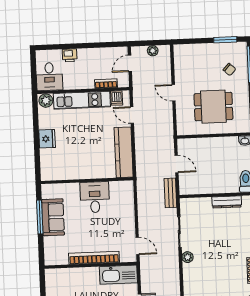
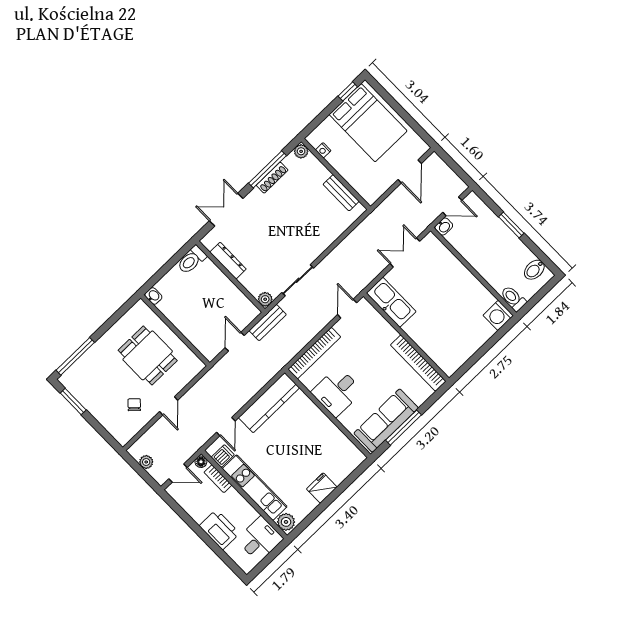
printer: (70, 55) -> (219, 530), width x1.87, depth x1.48
chair: (229, 69) -> (134, 405), moved
floor lamp: (125, 83) -> (201, 462), added
bookcase: (129, 204) -> (314, 353), added
sofa: (53, 217) -> (386, 421), width x1.36
plant: (188, 257) -> (265, 299), moved
bookcase: (94, 258) -> (418, 363), moved

